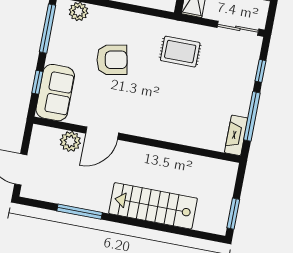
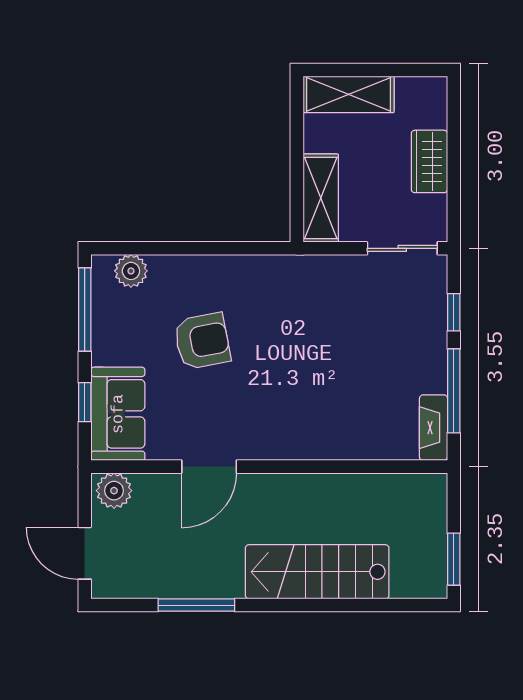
rug: (180, 52) -> (313, 306), removed
plant: (70, 141) -> (114, 491), moved

